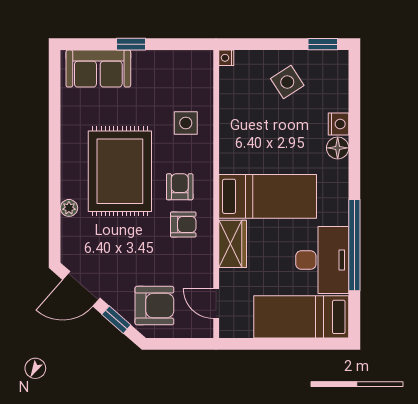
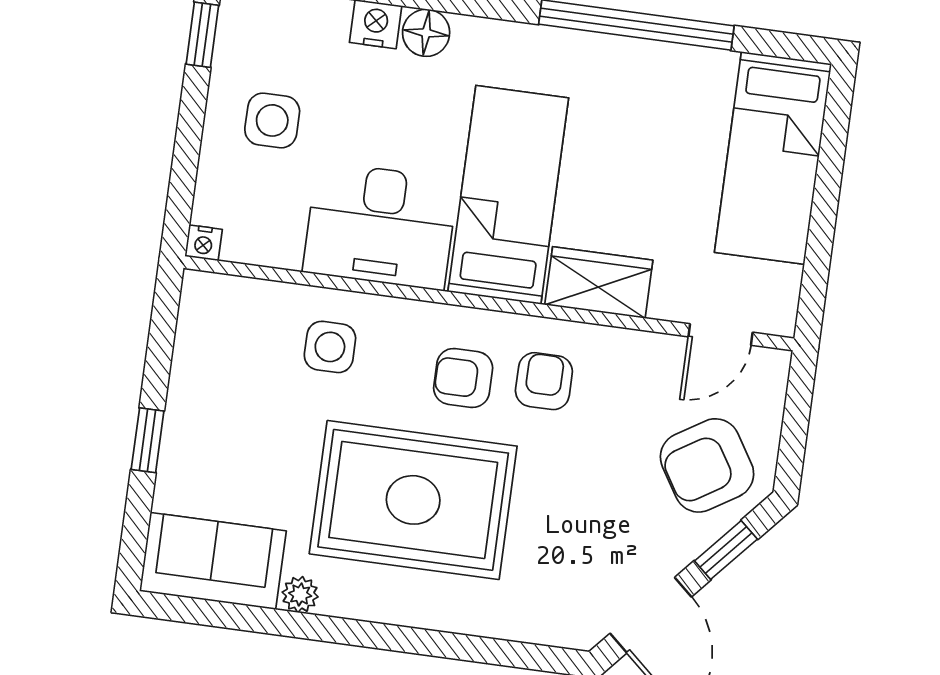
sofa: (98, 69) -> (213, 561), moved, turned -90
side table: (287, 82) -> (272, 120), turned 33
plant: (69, 208) -> (300, 594), moved
desk: (322, 260) -> (380, 226), moved, turned 180
armchair: (154, 306) -> (707, 465), turned -122

